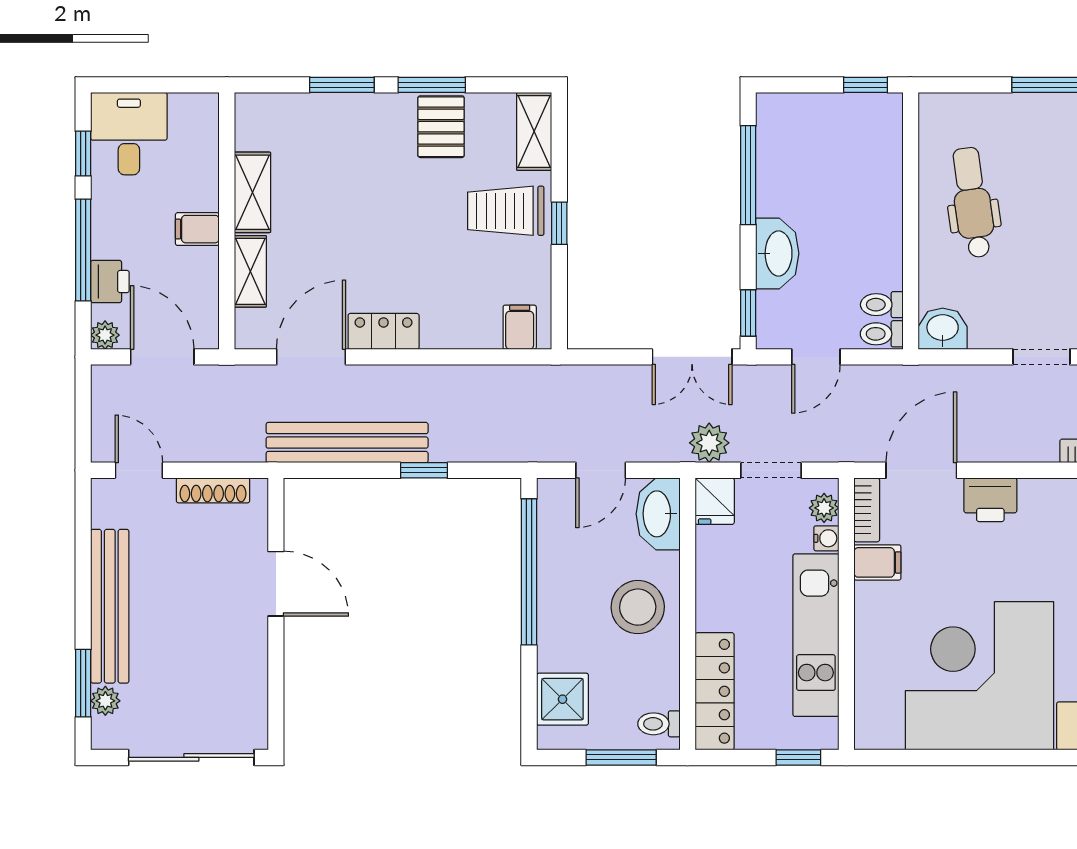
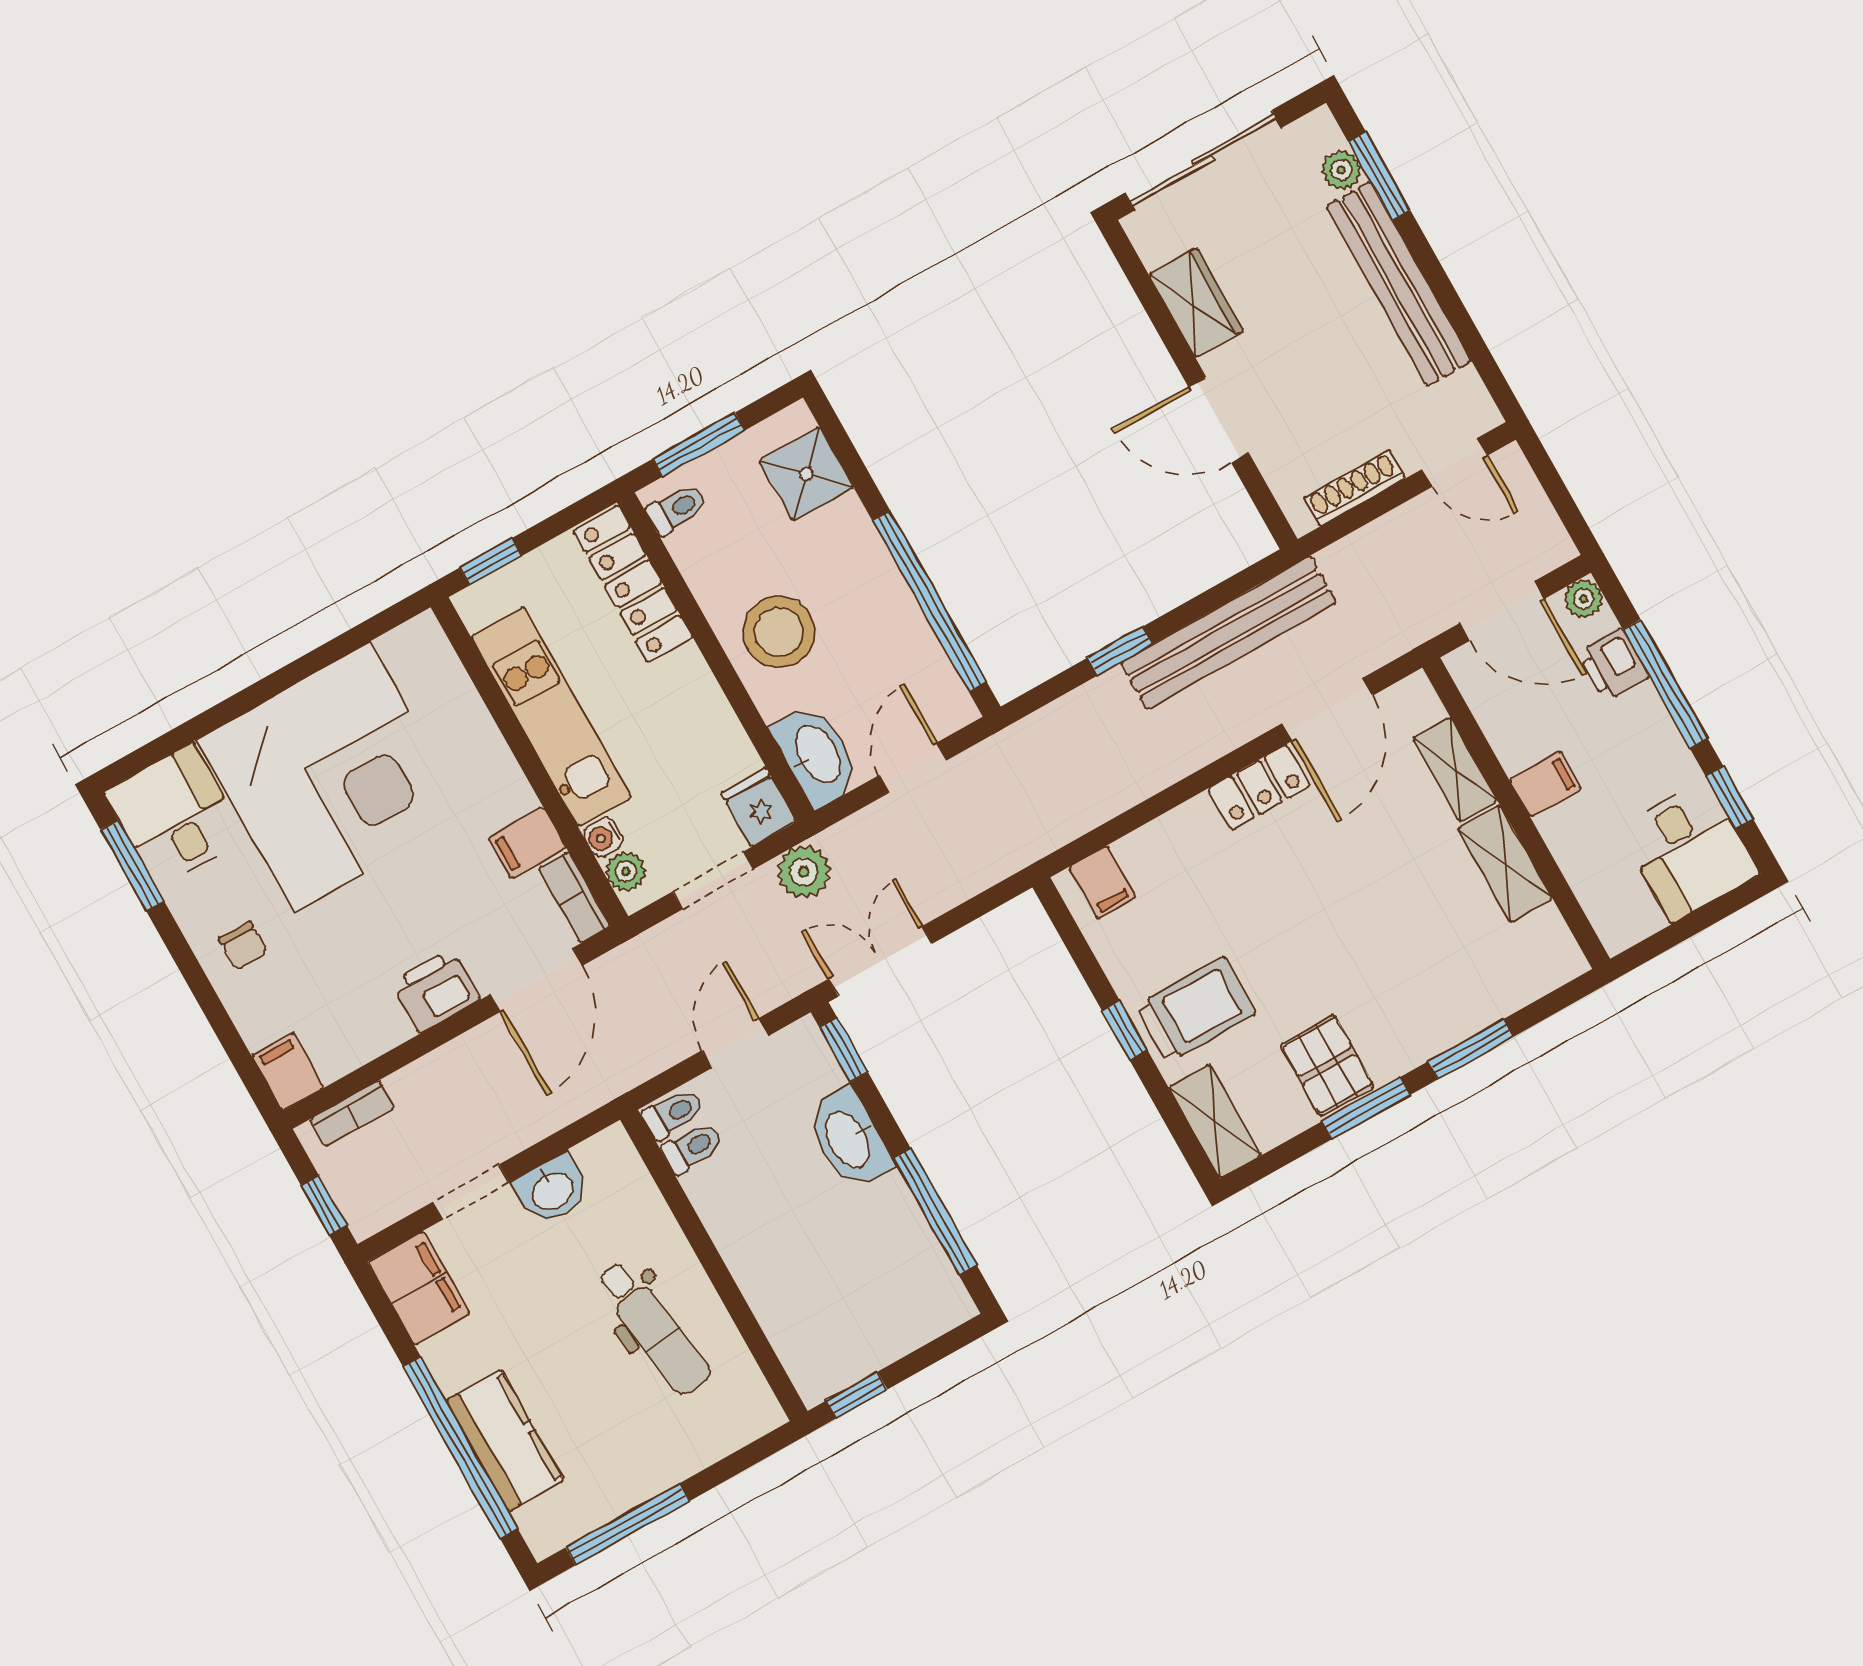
washbasin: (943, 329) -> (552, 1190), moved
wardrobe: (248, 668) -> (1196, 303), added

